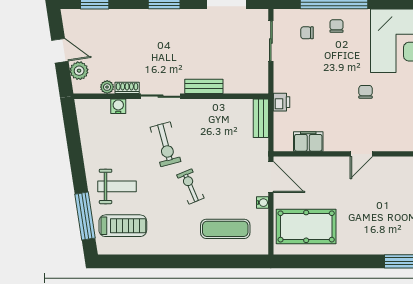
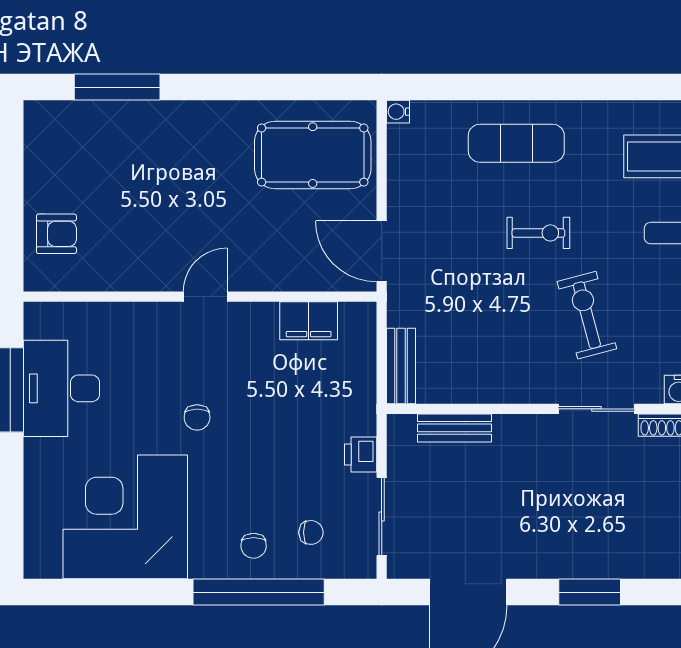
bench: (204, 86) -> (455, 428), moved
printer: (282, 102) -> (361, 455), moved
exercise bike: (190, 186) -> (538, 233), turned -67
water cooler: (262, 203) -> (398, 112), moved
exercise mat: (225, 229) -> (516, 143), moved

